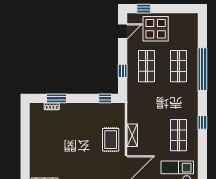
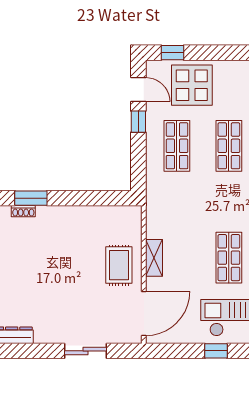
door: (123, 31) -> (138, 90), hinge flipped
window: (123, 71) -> (138, 122), moved
window: (105, 98) -> (110, 198), removed

